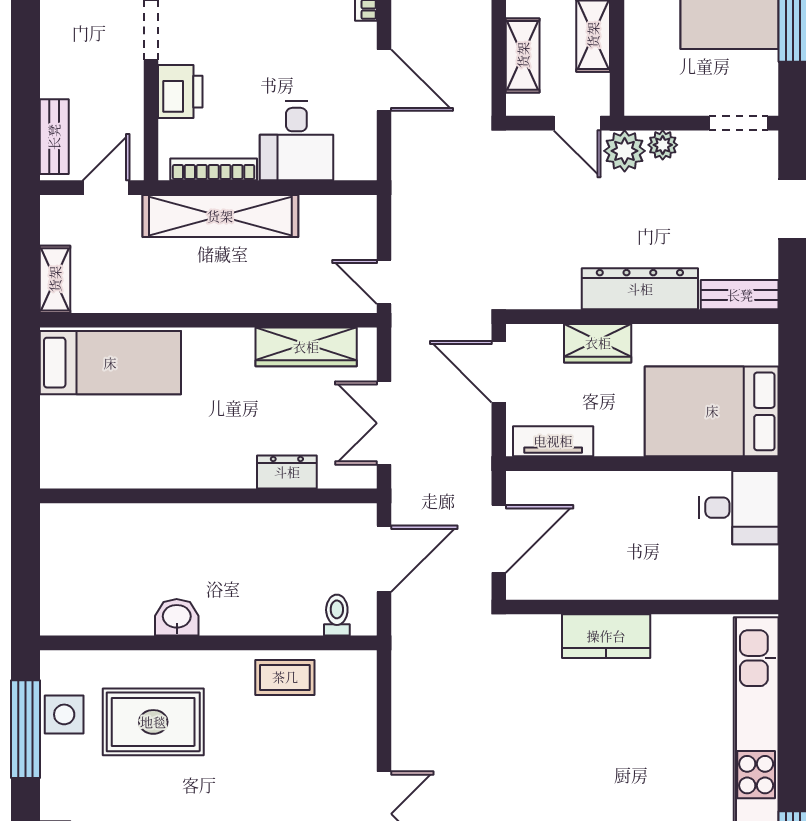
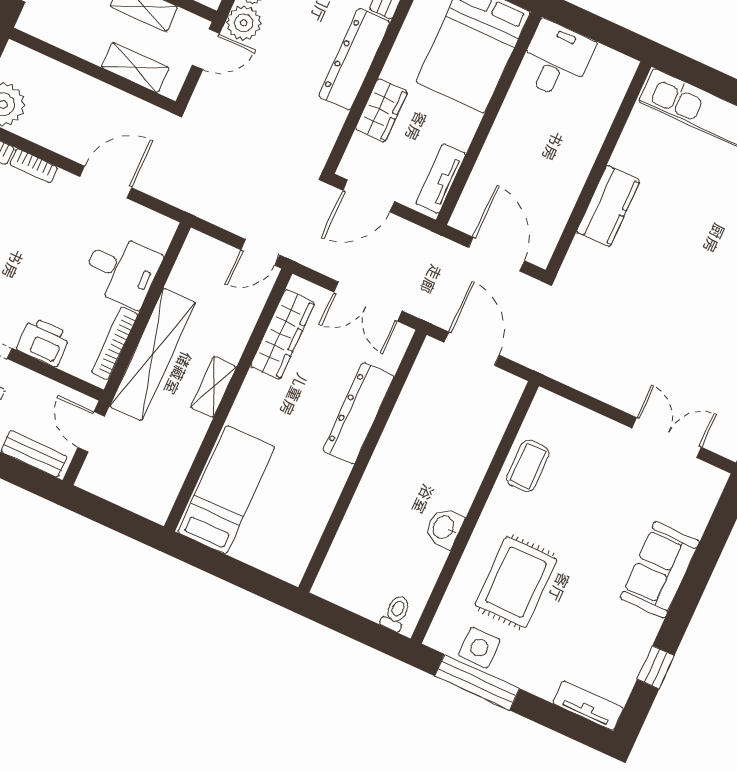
shelving: (55, 279) -> (213, 387), moved, turned 90
dresser: (287, 472) -> (358, 413), width x1.96, depth x1.24
toilet: (337, 615) -> (396, 613), moved, turned 90

